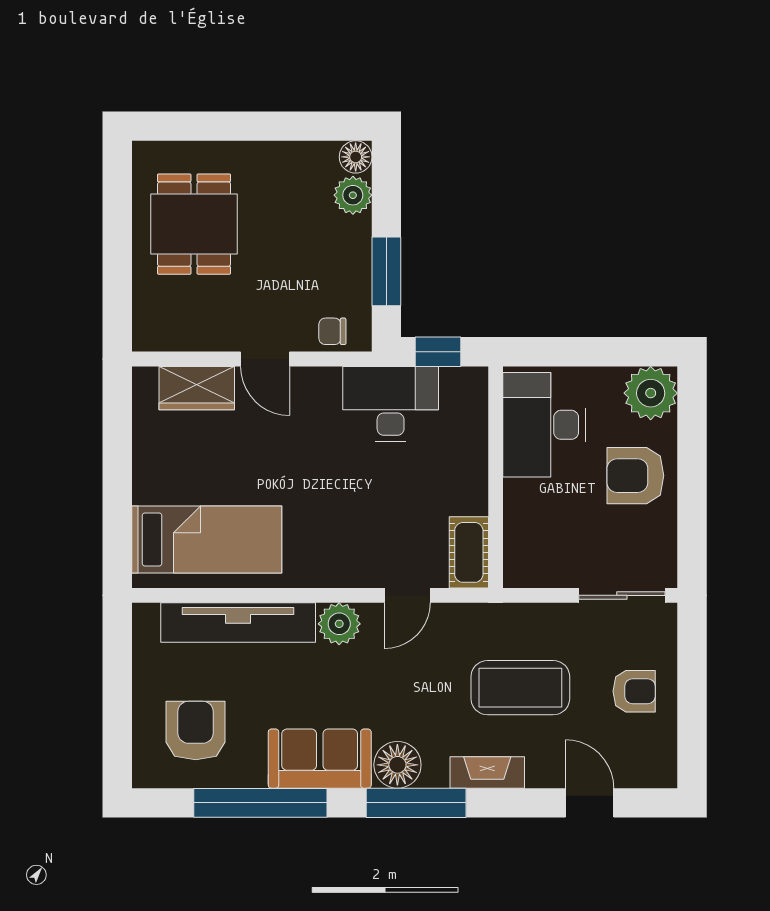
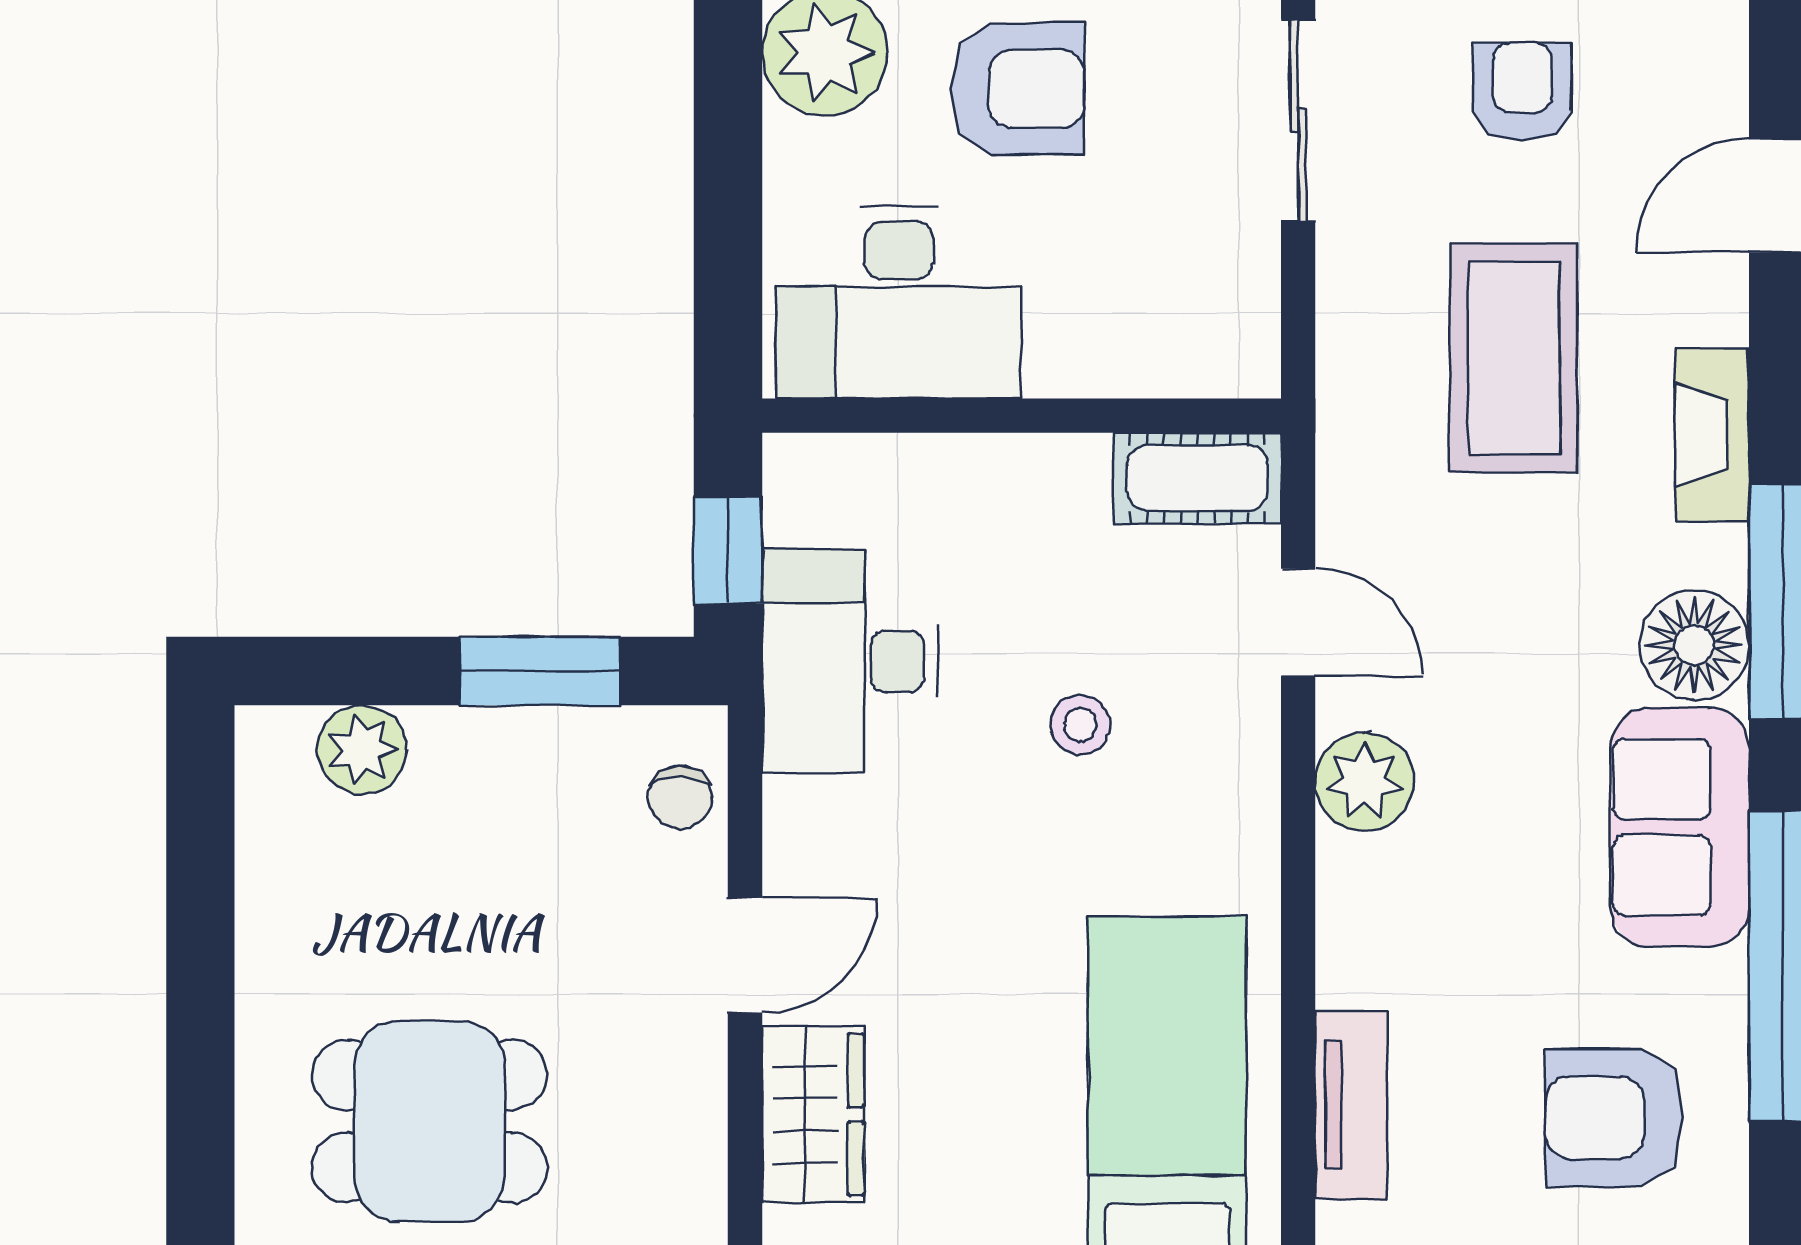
floor lamp: (356, 157) -> (272, 743), removed
armchair: (635, 476) -> (1018, 89), turned -90
stool: (363, 502) -> (1080, 725), added
tv unit: (238, 623) -> (1351, 1105), width x0.52, depth x0.78

